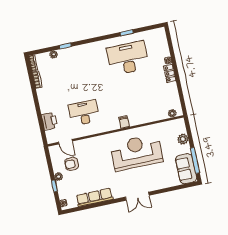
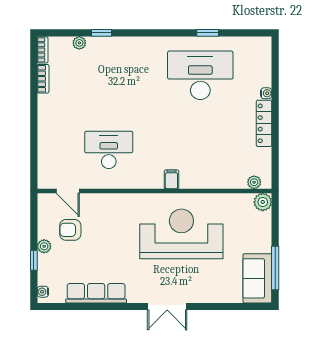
locker: (170, 73) -> (264, 123), width x1.53
printer: (49, 121) -> (48, 151), removed
plant: (183, 139) -> (263, 202), moved

